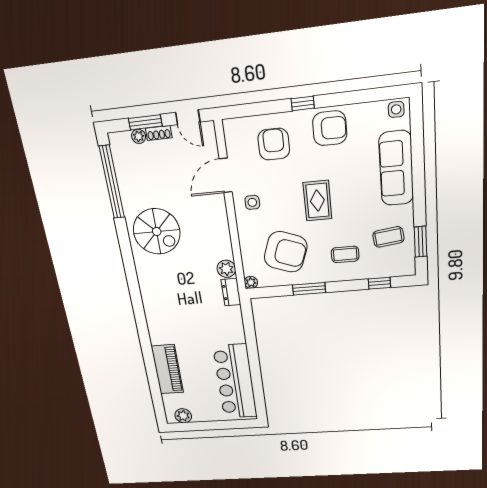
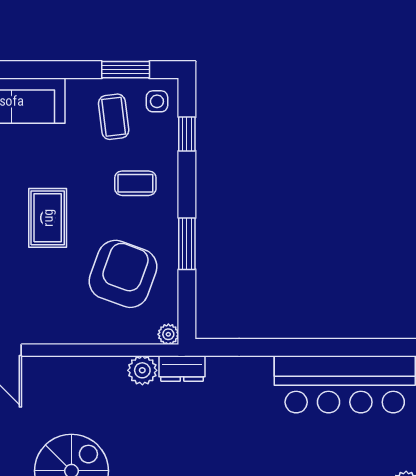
rug: (317, 201) -> (48, 218), turned 90
side table: (252, 202) -> (157, 101), moved
coffee table: (345, 254) -> (135, 183), turned 90

